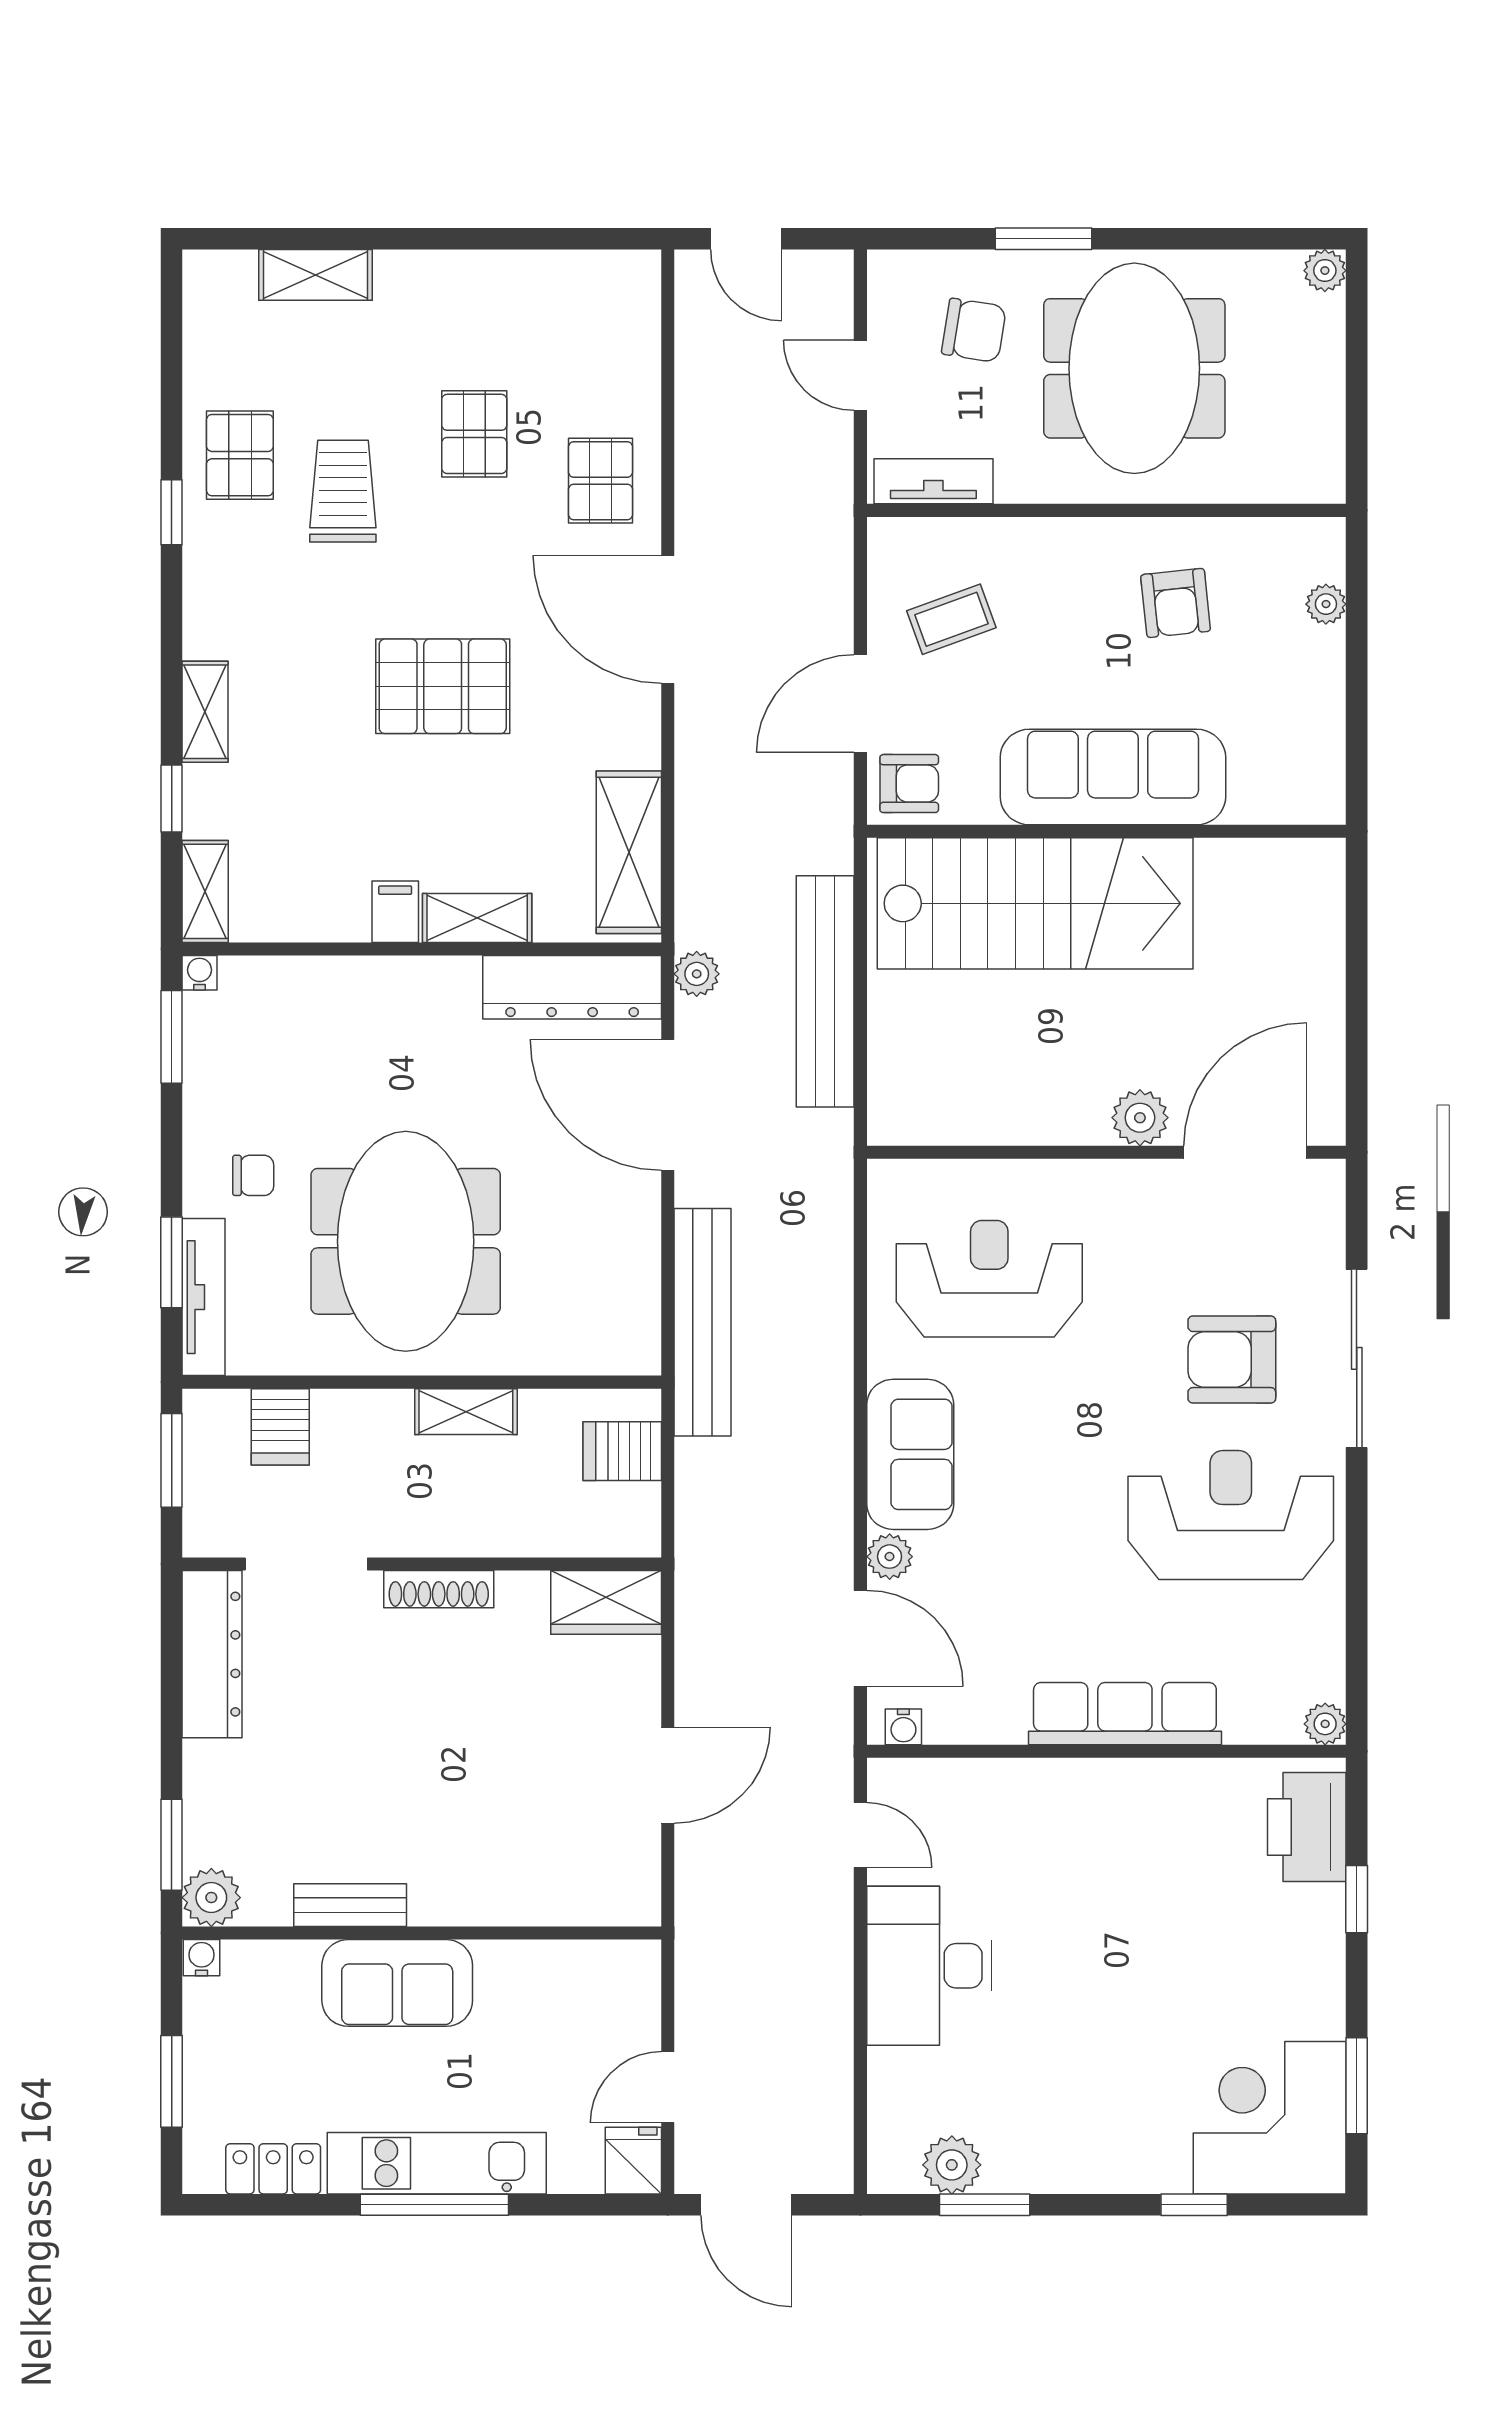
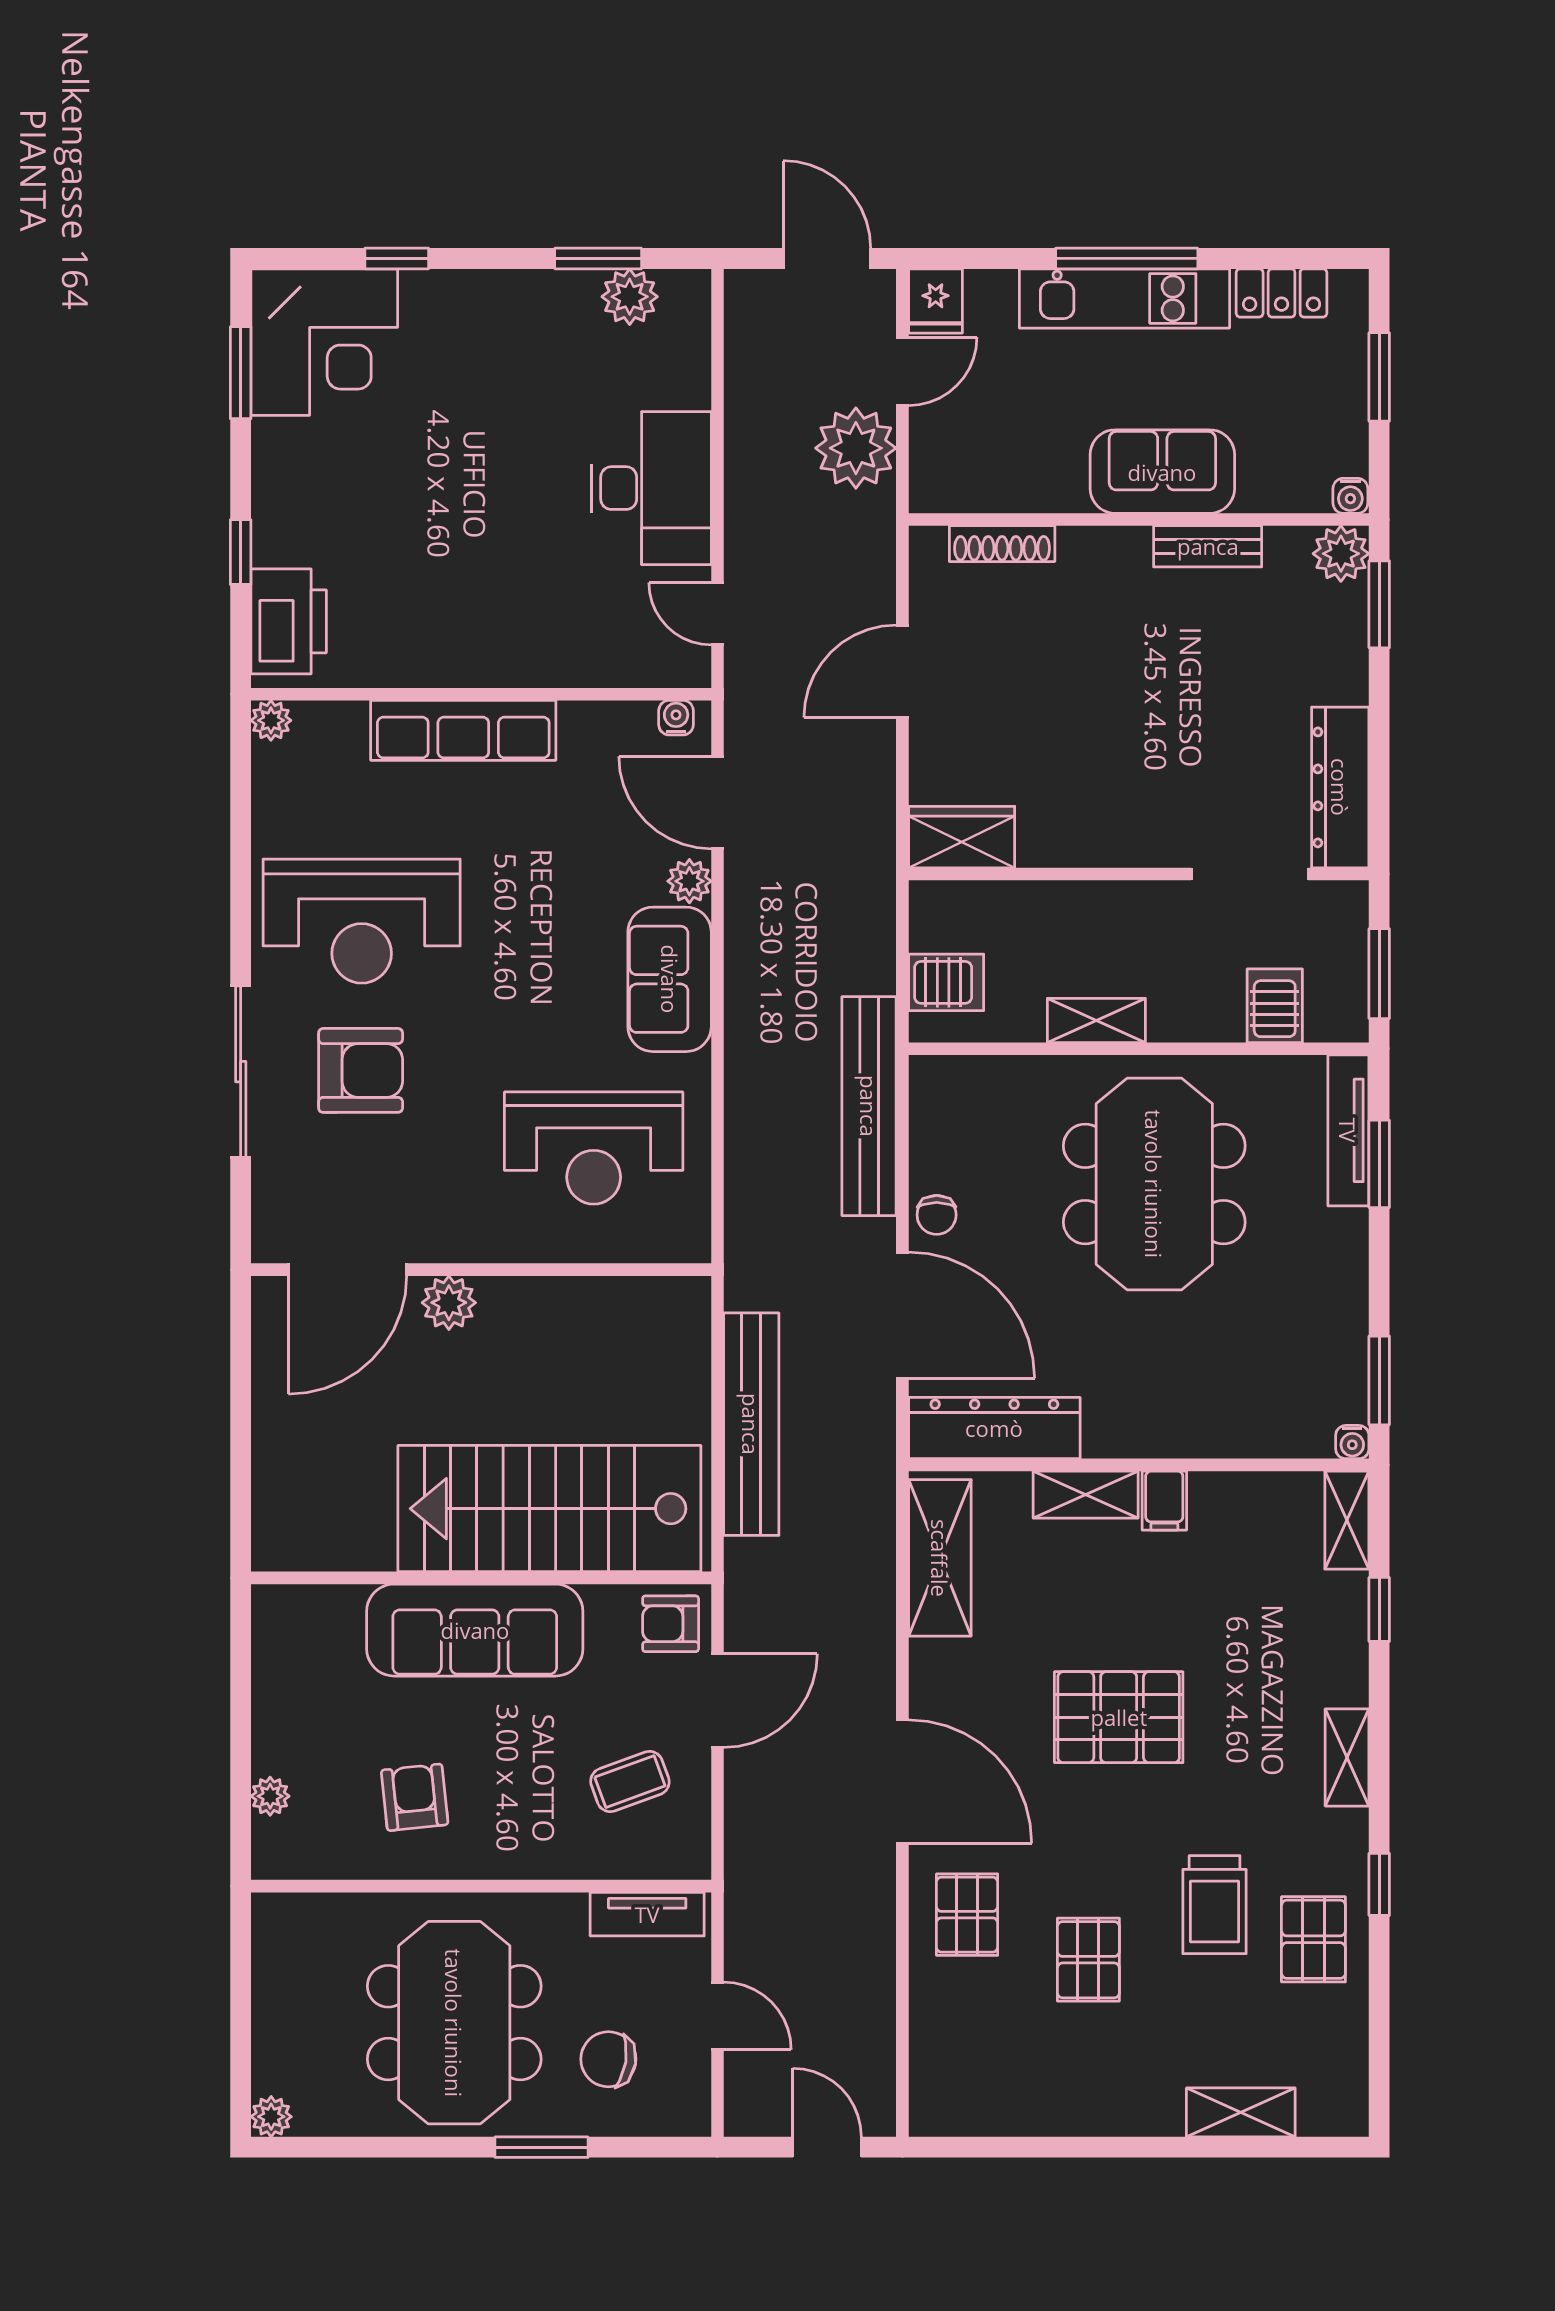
shelving: (205, 712) -> (1347, 1757), moved
plant: (697, 974) -> (856, 448), moved, width x1.87, depth x1.87
chair: (253, 1175) -> (937, 1215), moved, turned -90
shoe rack: (439, 1589) -> (1002, 544), moved, turned 180

